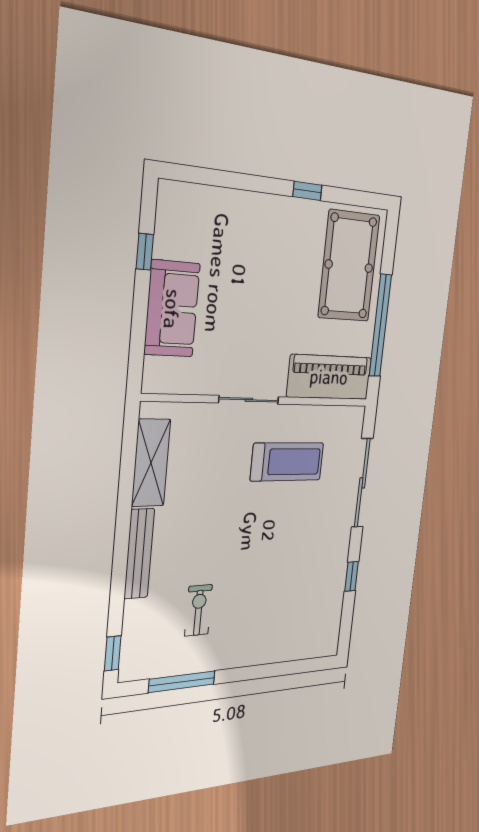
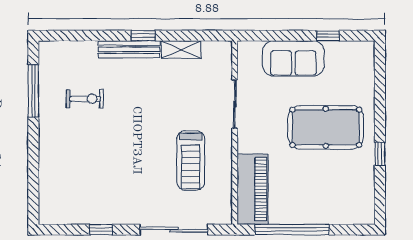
pool table: (349, 266) -> (326, 127), moved
sliding door: (249, 400) -> (235, 104), moved
shelving: (151, 463) -> (181, 50), width x0.67, depth x0.75
window: (113, 653) -> (143, 36), moved

